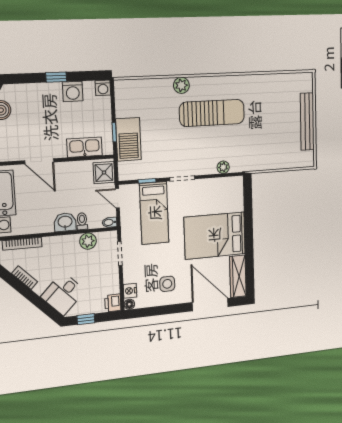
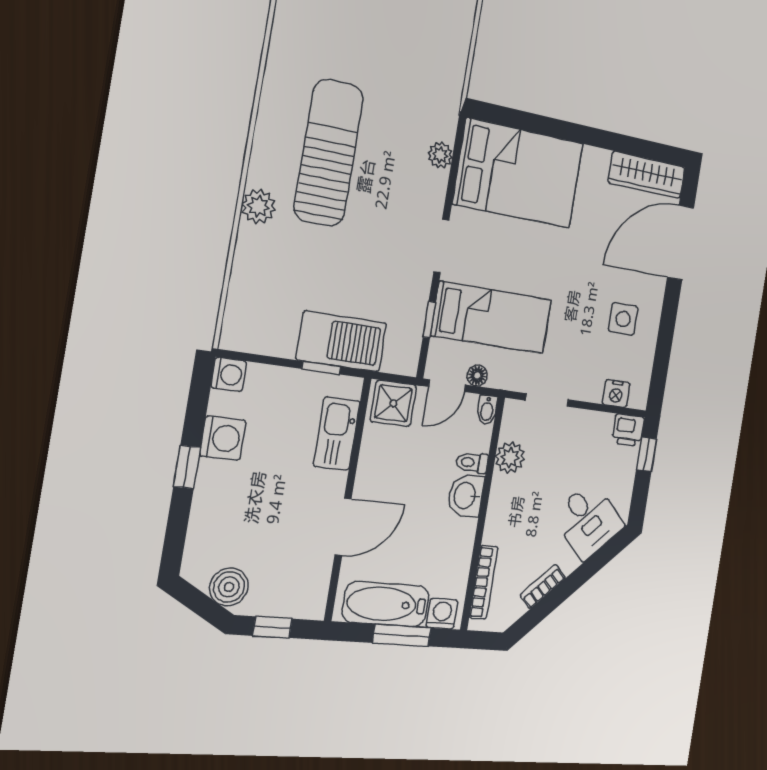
bed: (215, 236) -> (519, 173), moved, turned -90
floor lamp: (129, 304) -> (477, 376), moved
window: (86, 319) -> (646, 454), moved

